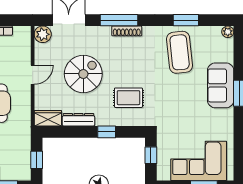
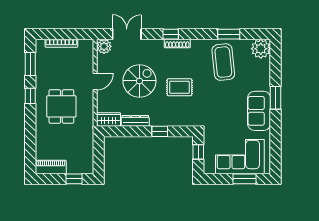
window: (119, 20) -> (171, 34), width x0.46
plant: (228, 32) -> (261, 49), width x1.88, depth x1.88
sofa: (221, 85) -> (259, 111), moved
rug: (128, 98) -> (179, 87), moved
window: (37, 160) -> (99, 156), removed

